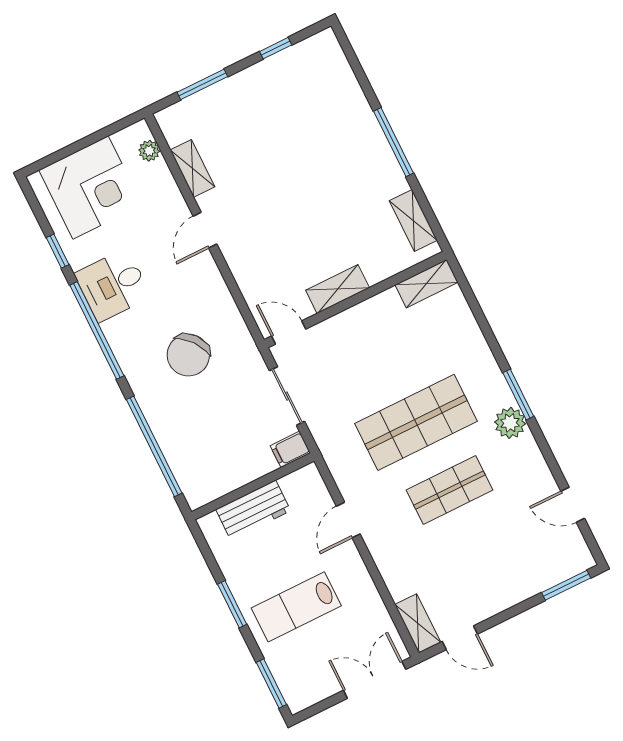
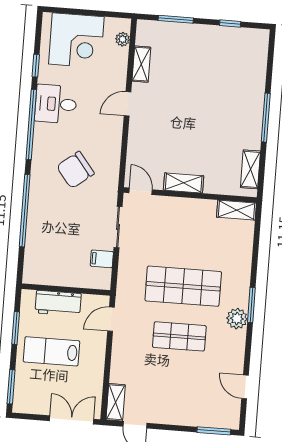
wall: (253, 486) -> (66, 289), moved
workbench: (253, 510) -> (58, 303), moved

